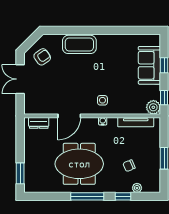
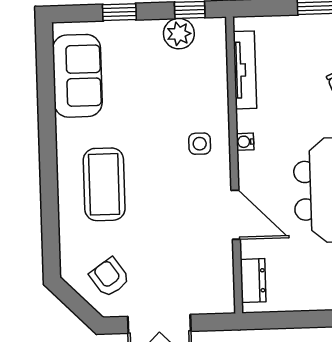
coffee table: (79, 44) -> (104, 184), moved
sofa: (149, 65) -> (77, 76), moved, turned -90
plant: (153, 107) -> (179, 34), moved

